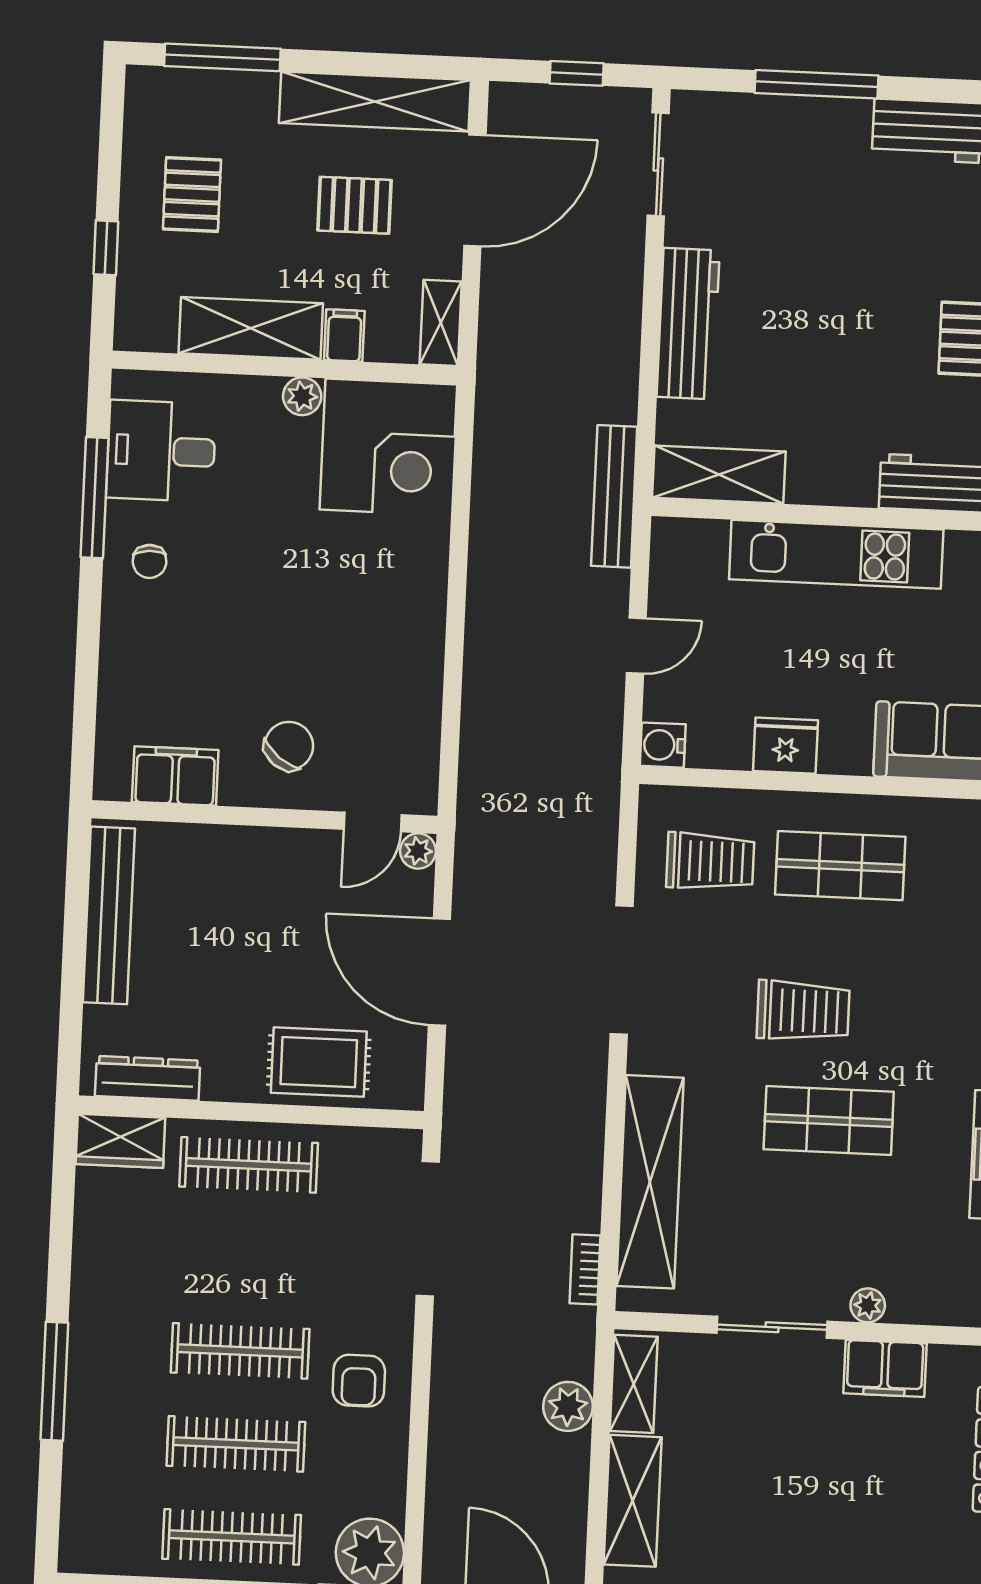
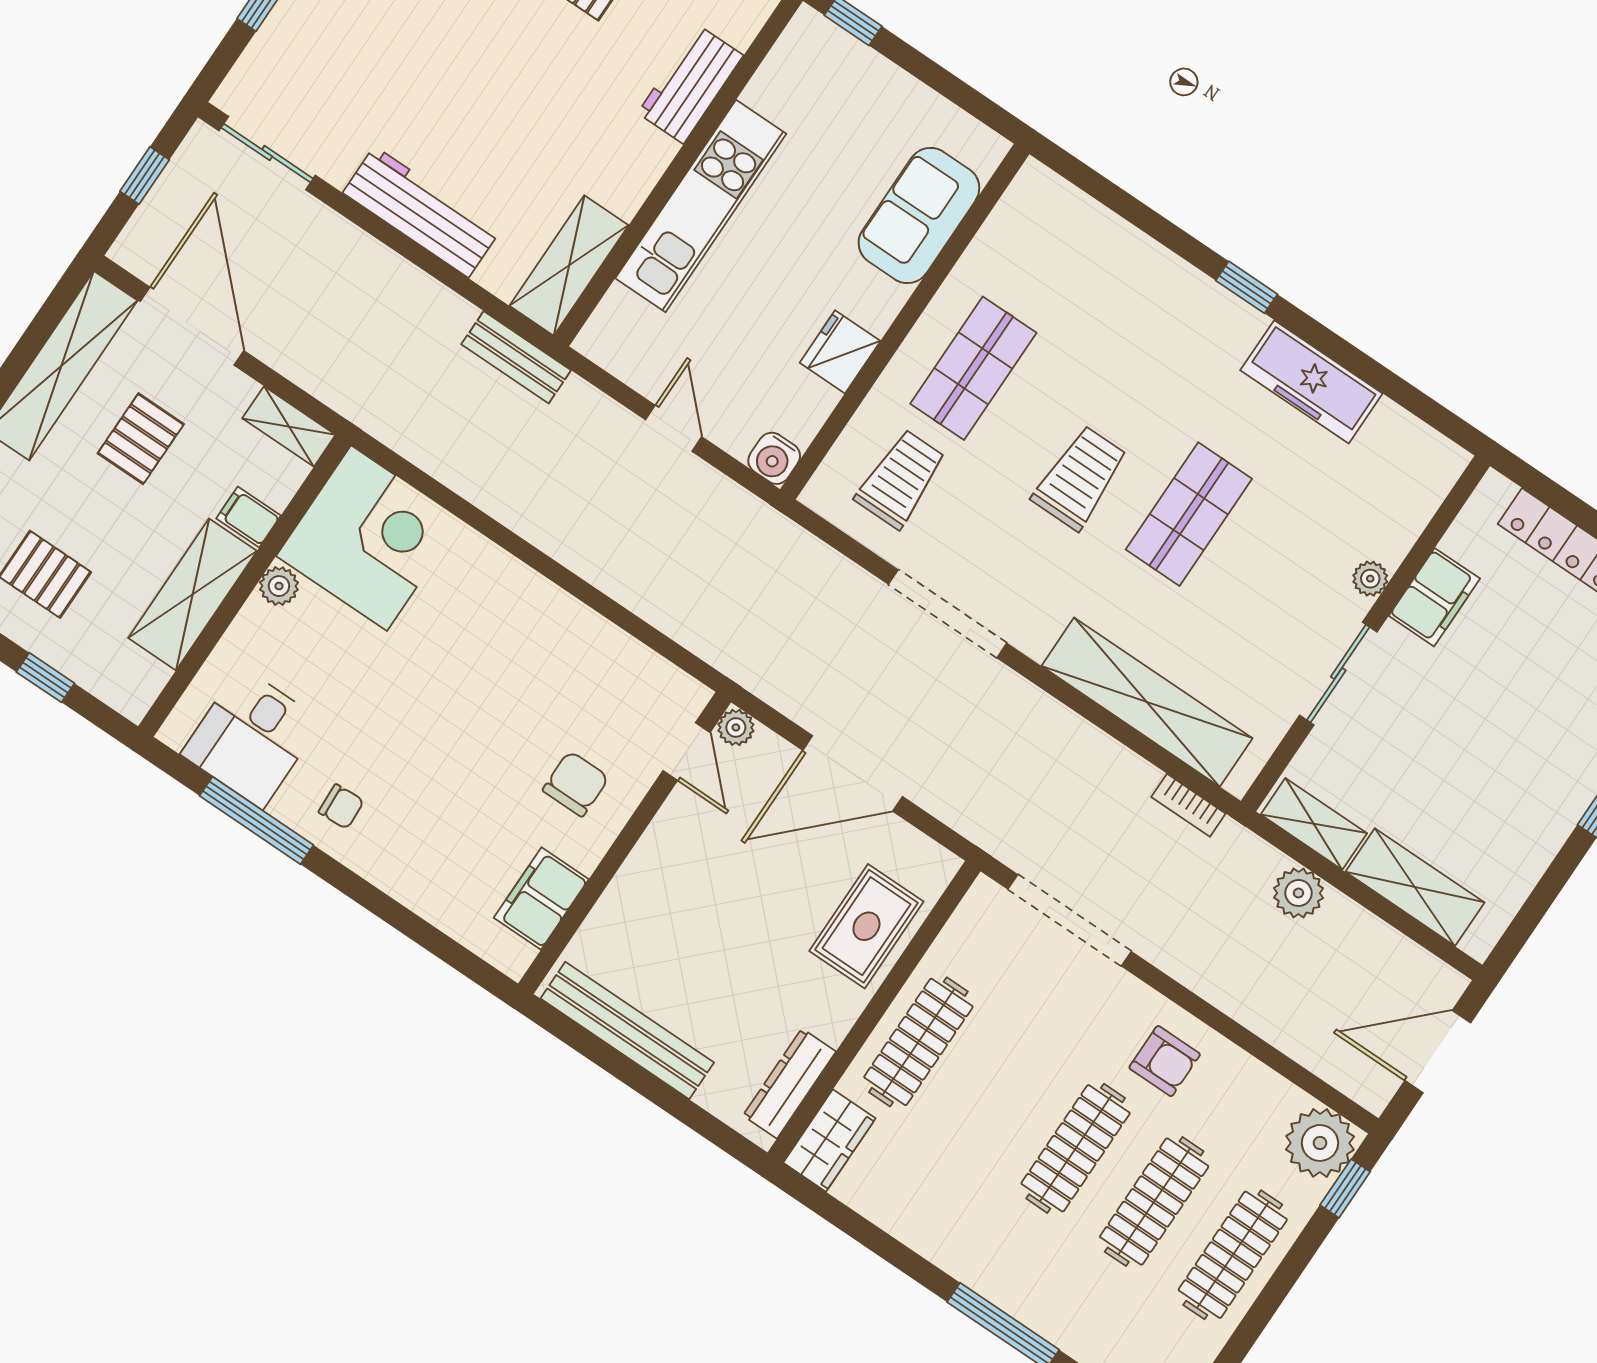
bench: (614, 496) -> (516, 357), width x0.73
chair: (289, 746) -> (576, 784), turned 52

